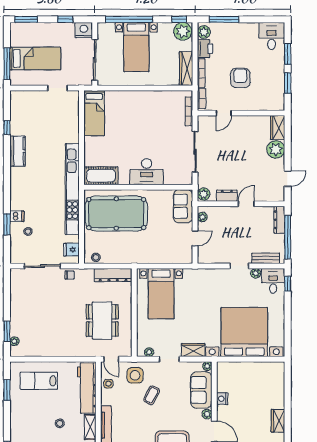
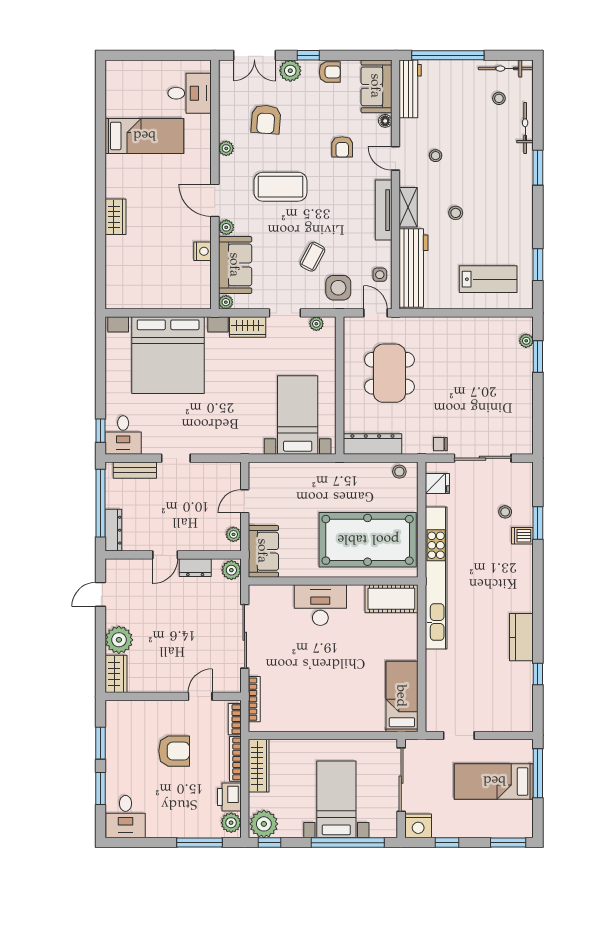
armchair: (240, 78) -> (174, 751), turned -90
plant: (256, 273) -> (150, 447), removed

